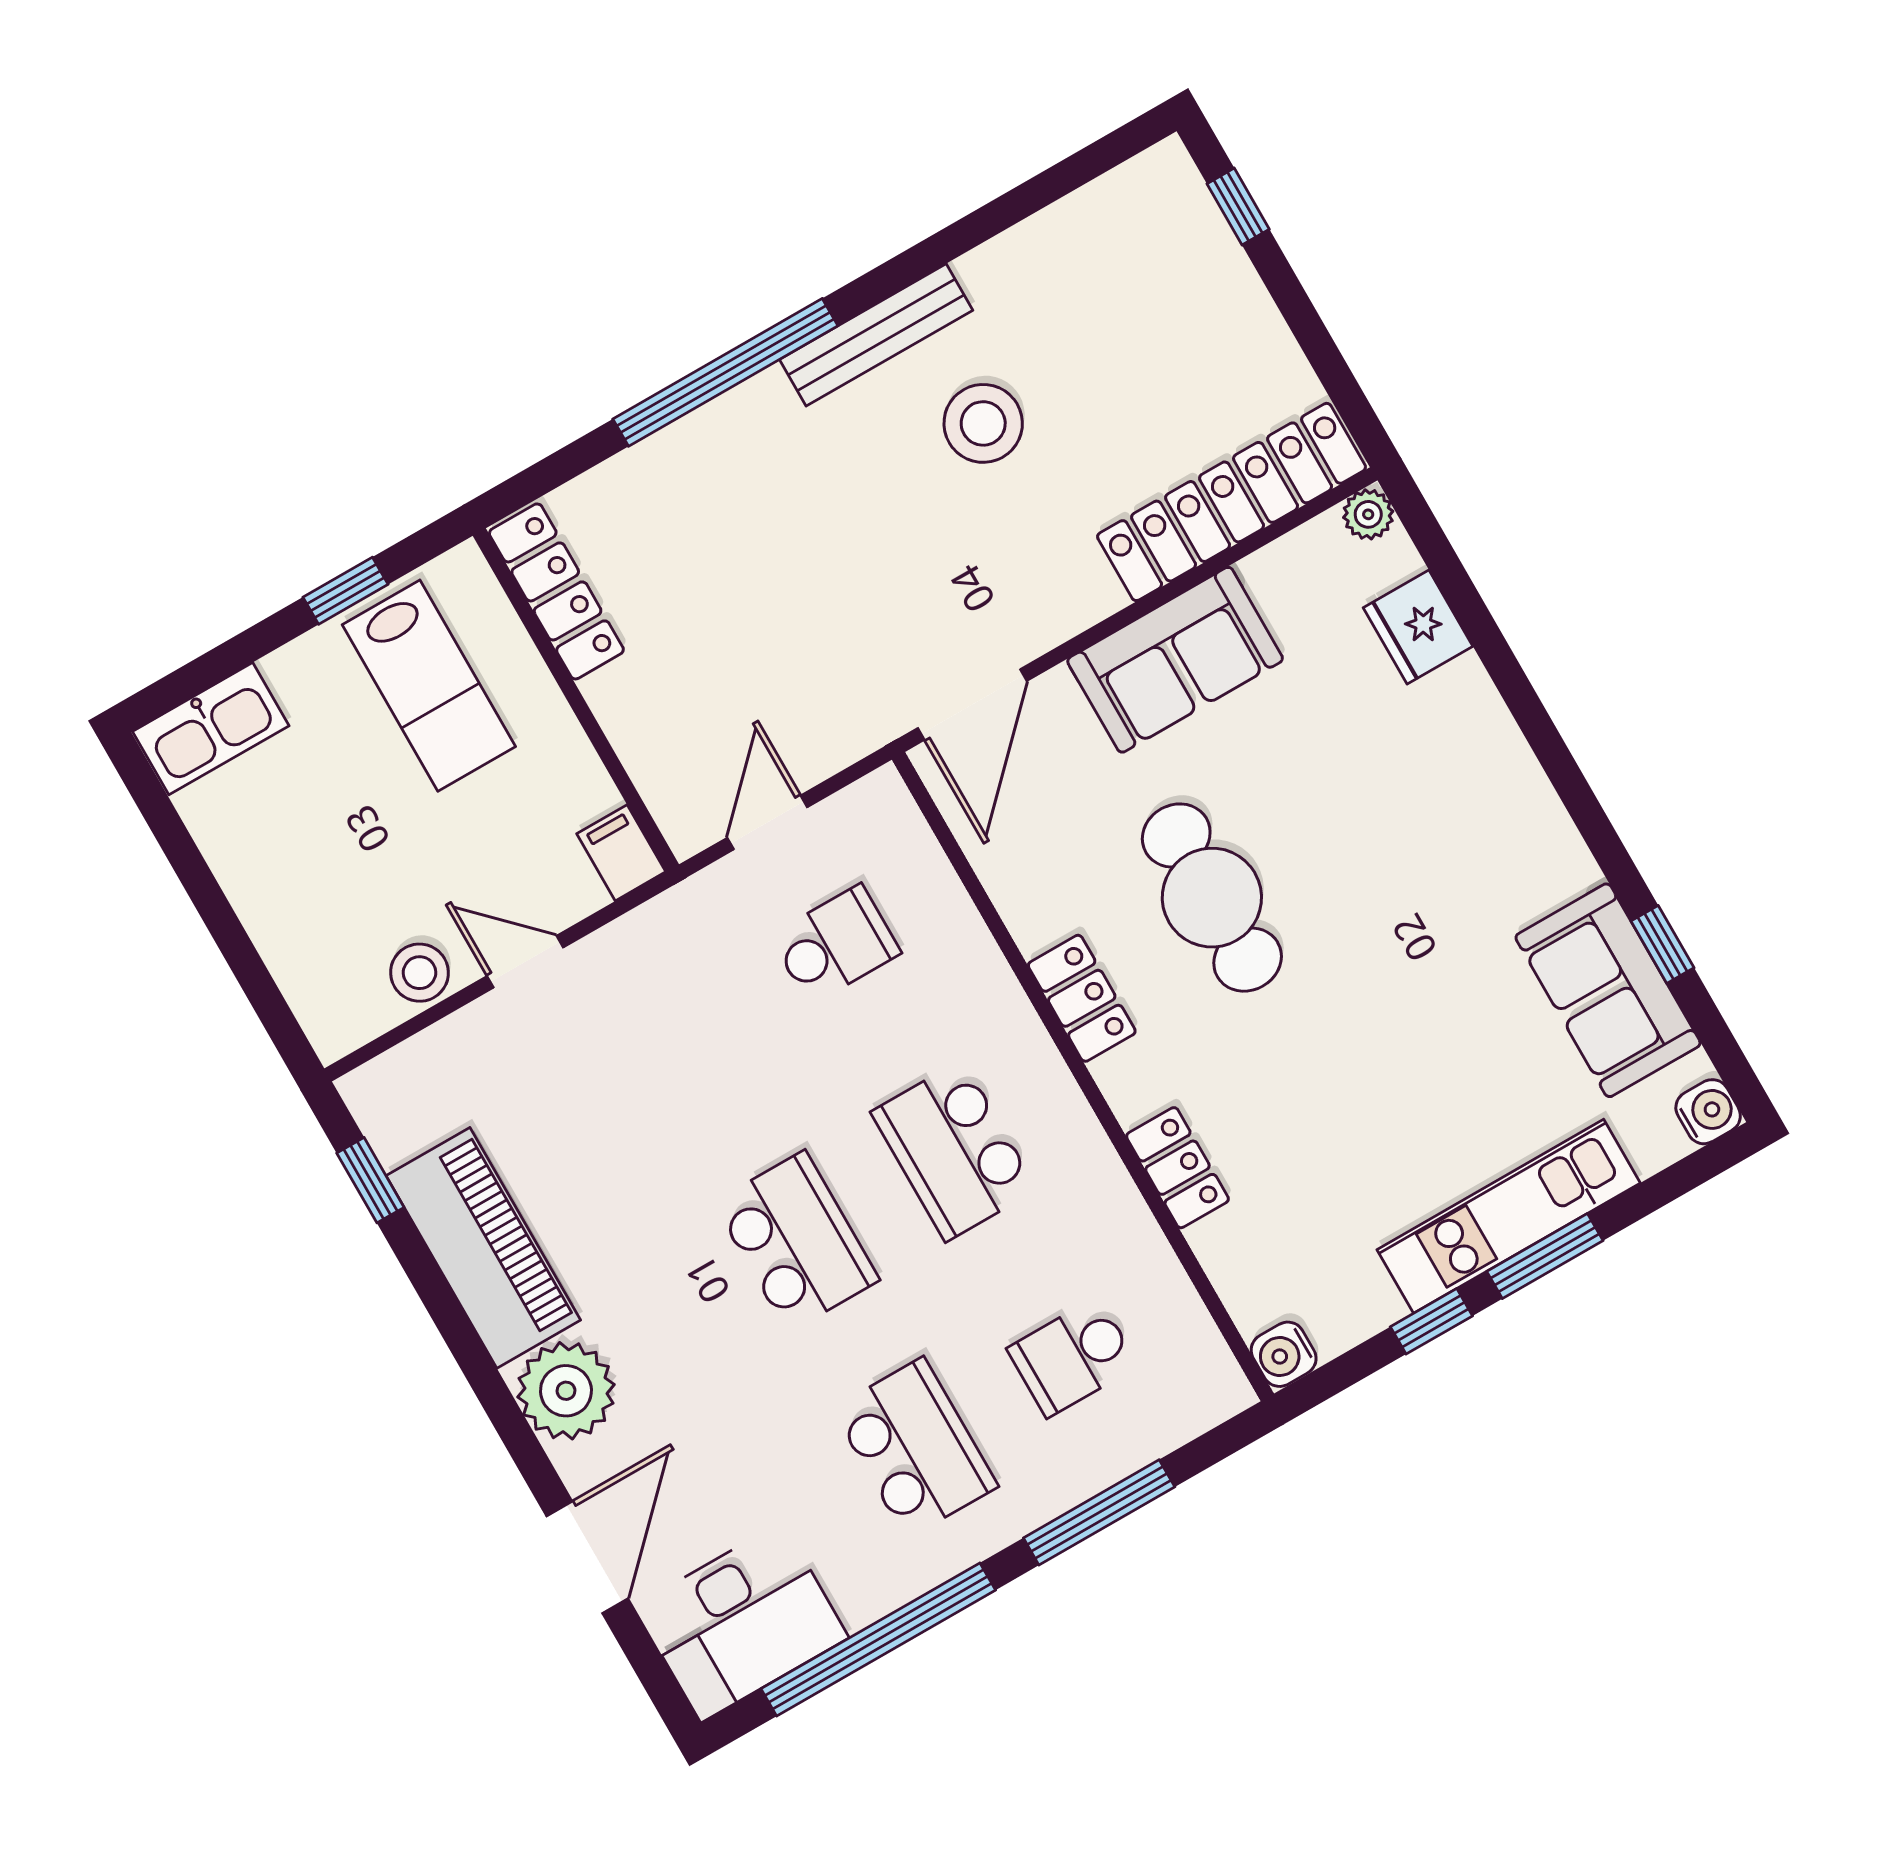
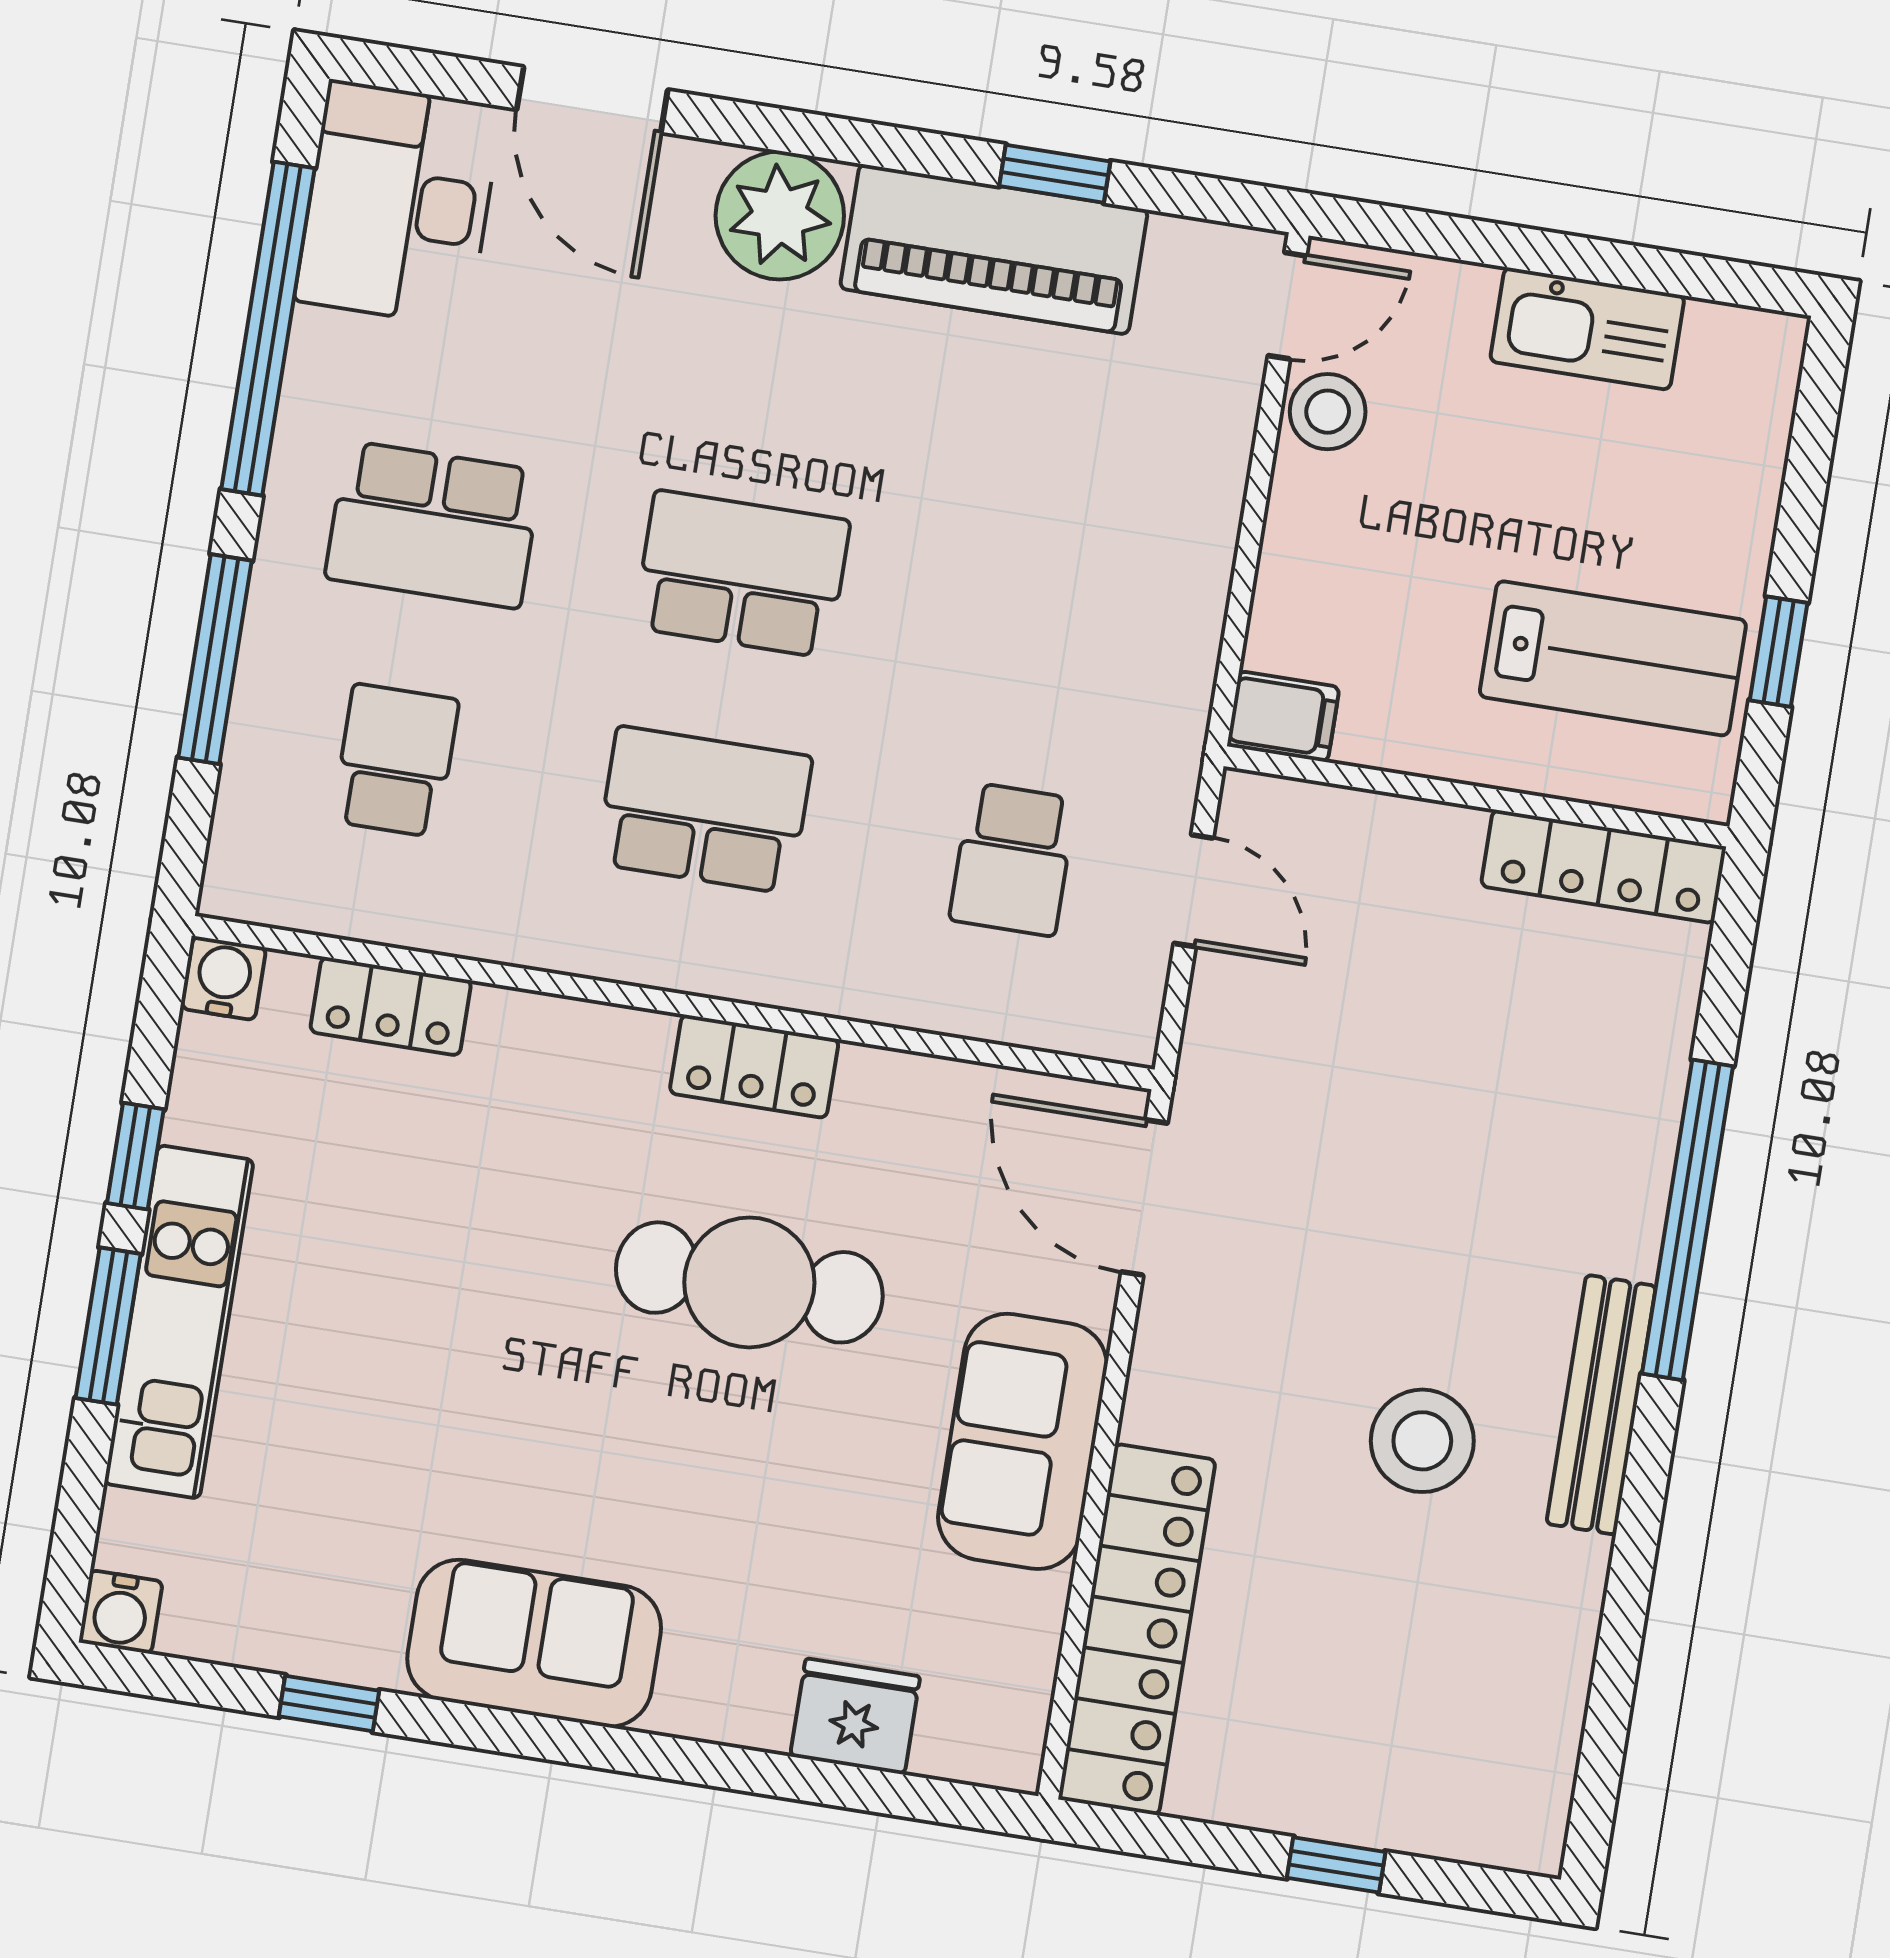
window: (1238, 206) -> (1336, 1865), moved
plant: (1368, 514) -> (1011, 1759), removed
lab bench: (429, 686) -> (1613, 658), turned 180
kitchen sink: (211, 729) -> (1587, 329), moved, turned -90
door: (525, 962) -> (1287, 306), moved
sofa: (1608, 990) -> (534, 1643), moved
locker: (1177, 1168) -> (391, 1006), moved
window: (370, 1180) -> (1055, 174), moved
school desk: (796, 1241) -> (742, 574), turned 180

